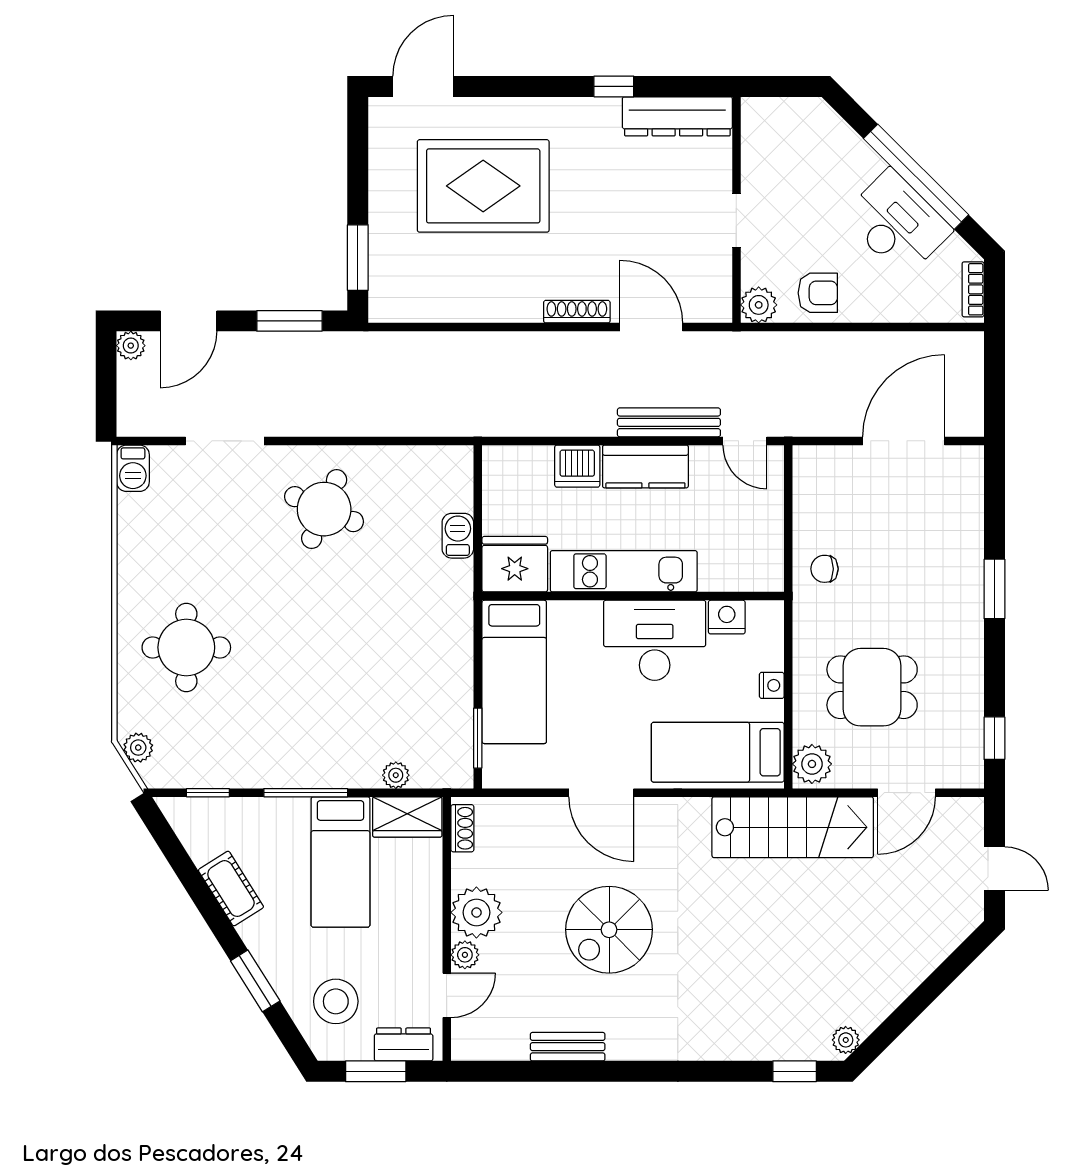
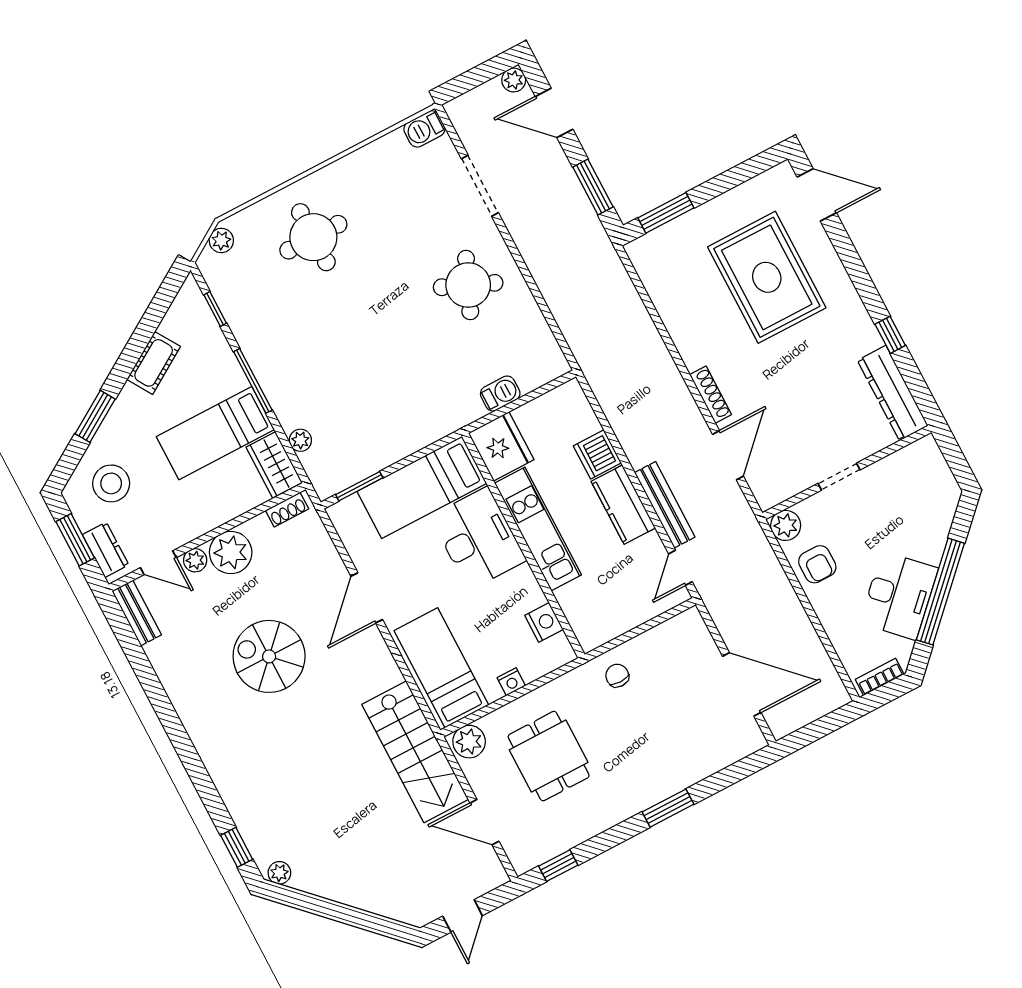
desk: (655, 640) -> (478, 538), moved
bench: (568, 1047) -> (137, 613), moved

